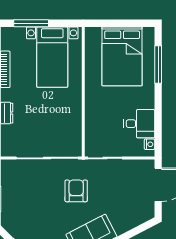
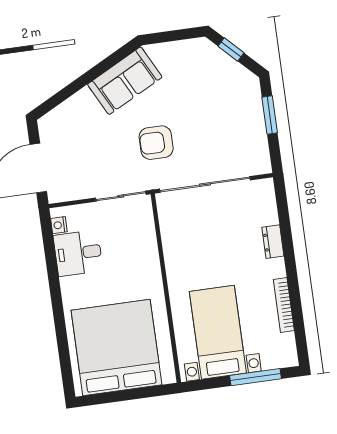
bed: (122, 56) -> (116, 347), width x1.36
window: (158, 65) -> (62, 343), removed
armchair: (76, 191) -> (156, 143), turned 90

